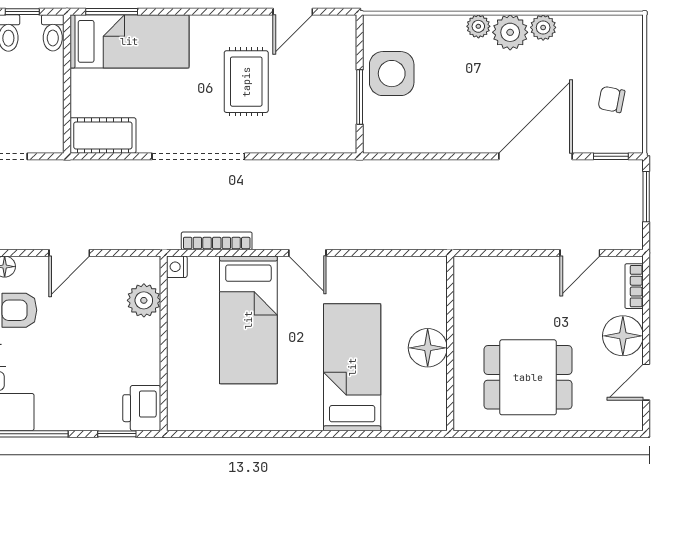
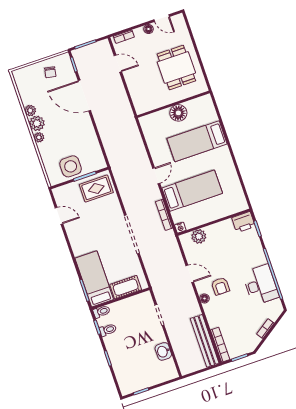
rug: (246, 82) -> (96, 189), moved
cot: (103, 135) -> (126, 287), moved, turned 90
floor lamp: (623, 336) -> (148, 29), width x0.53, depth x0.53

